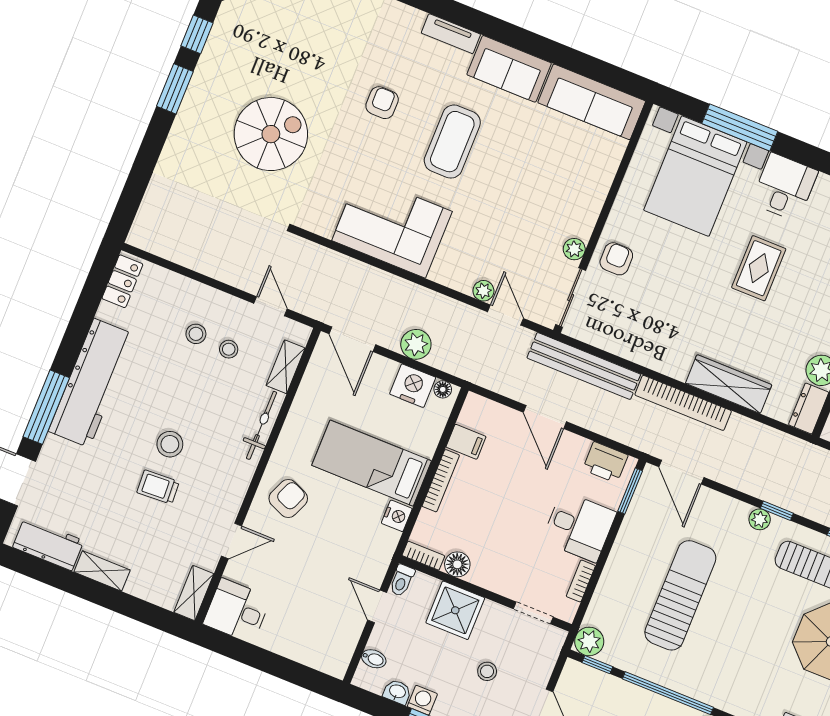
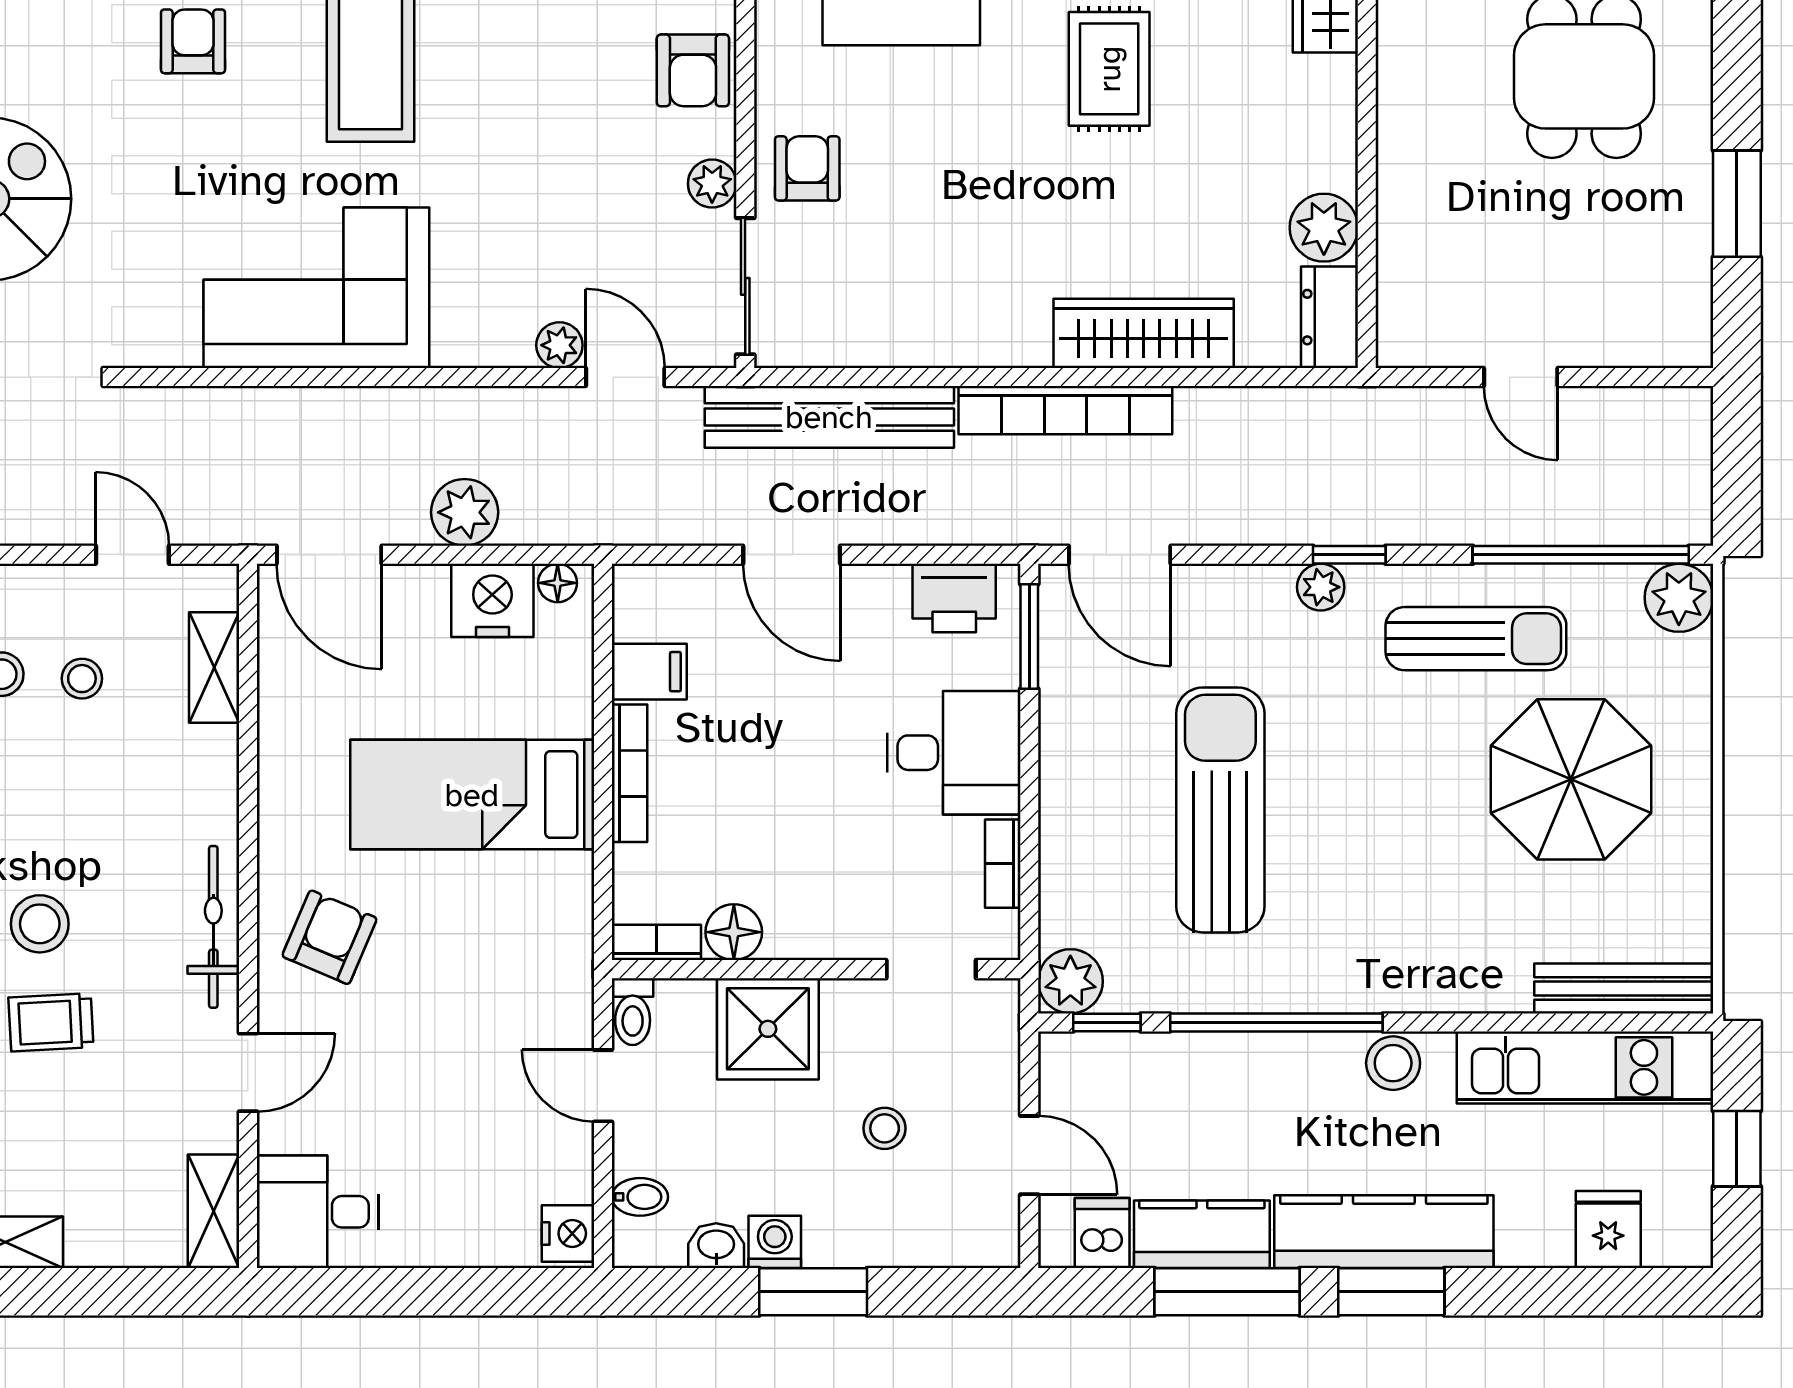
armchair: (585, 199) -> (693, 70), added
bicycle: (262, 425) -> (213, 927), moved
nightstand: (397, 516) -> (568, 1233), moved

